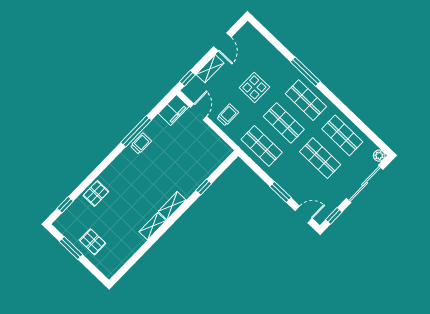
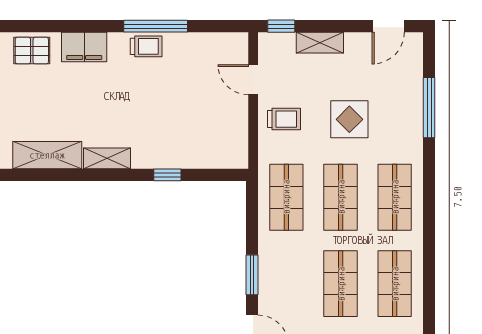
door: (222, 42) -> (388, 26), moved
window: (305, 72) -> (429, 108), moved
filing cabinet: (174, 110) -> (84, 47), moved
door: (198, 112) -> (253, 80), swing flipped
shelving: (153, 226) -> (47, 155), width x1.50, depth x1.33

